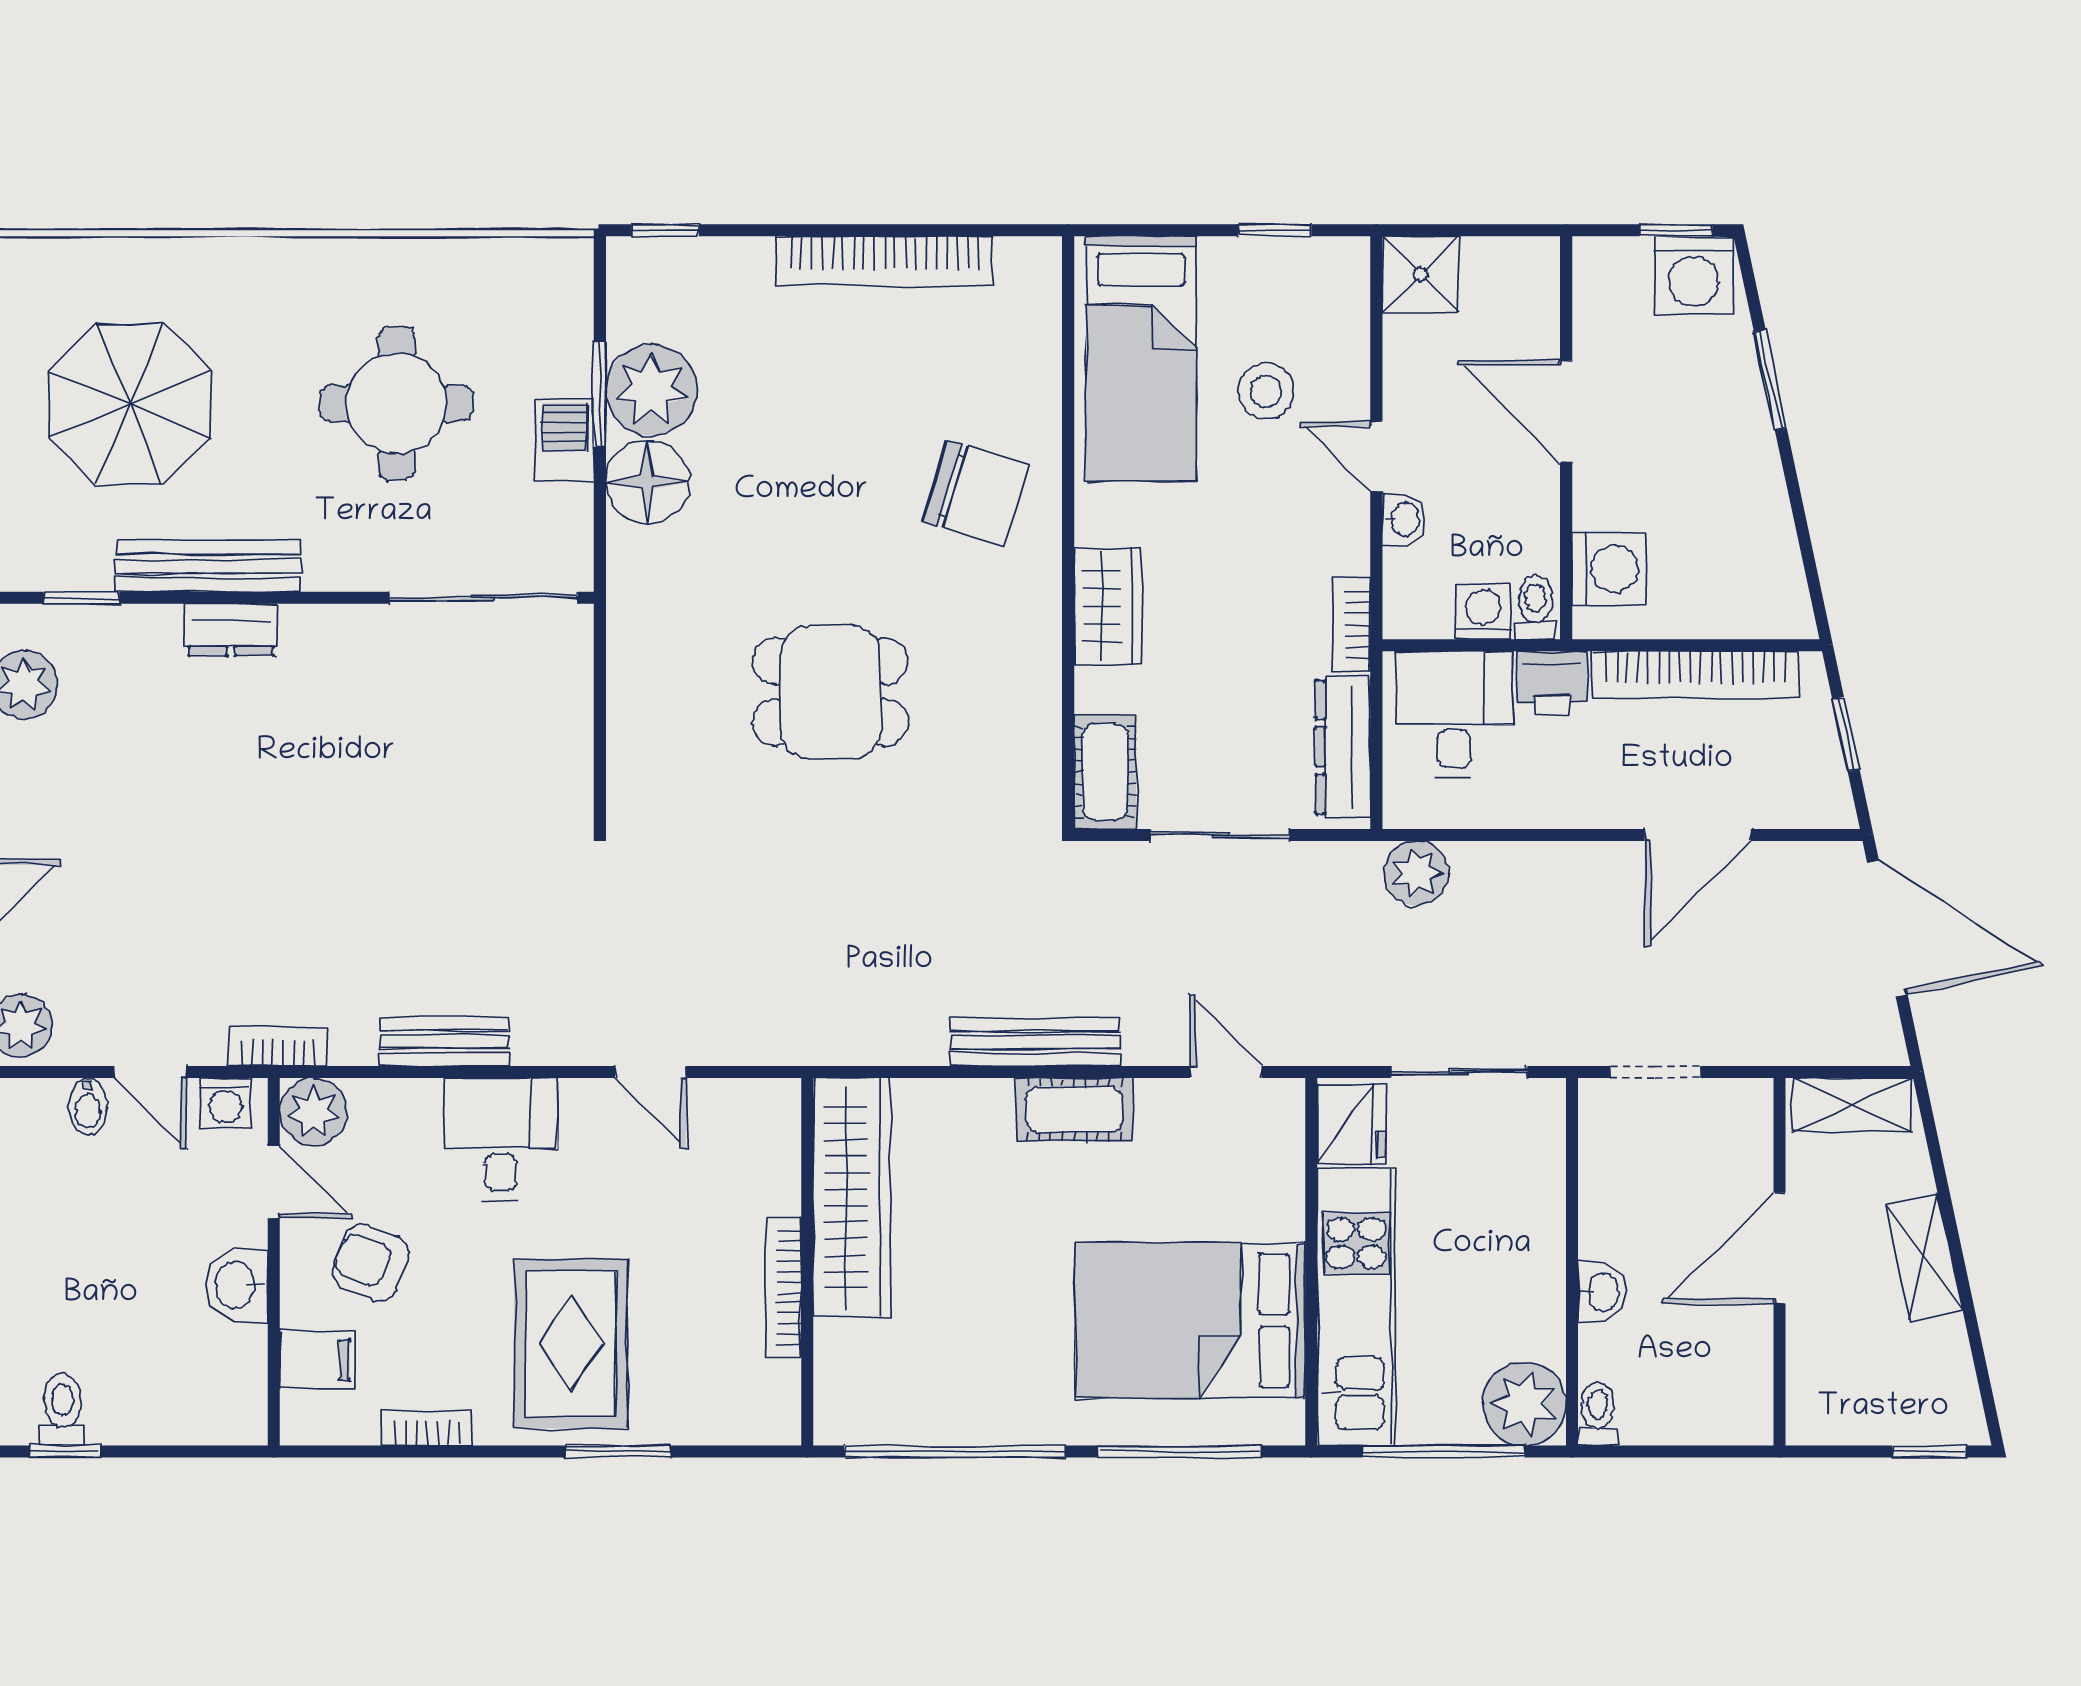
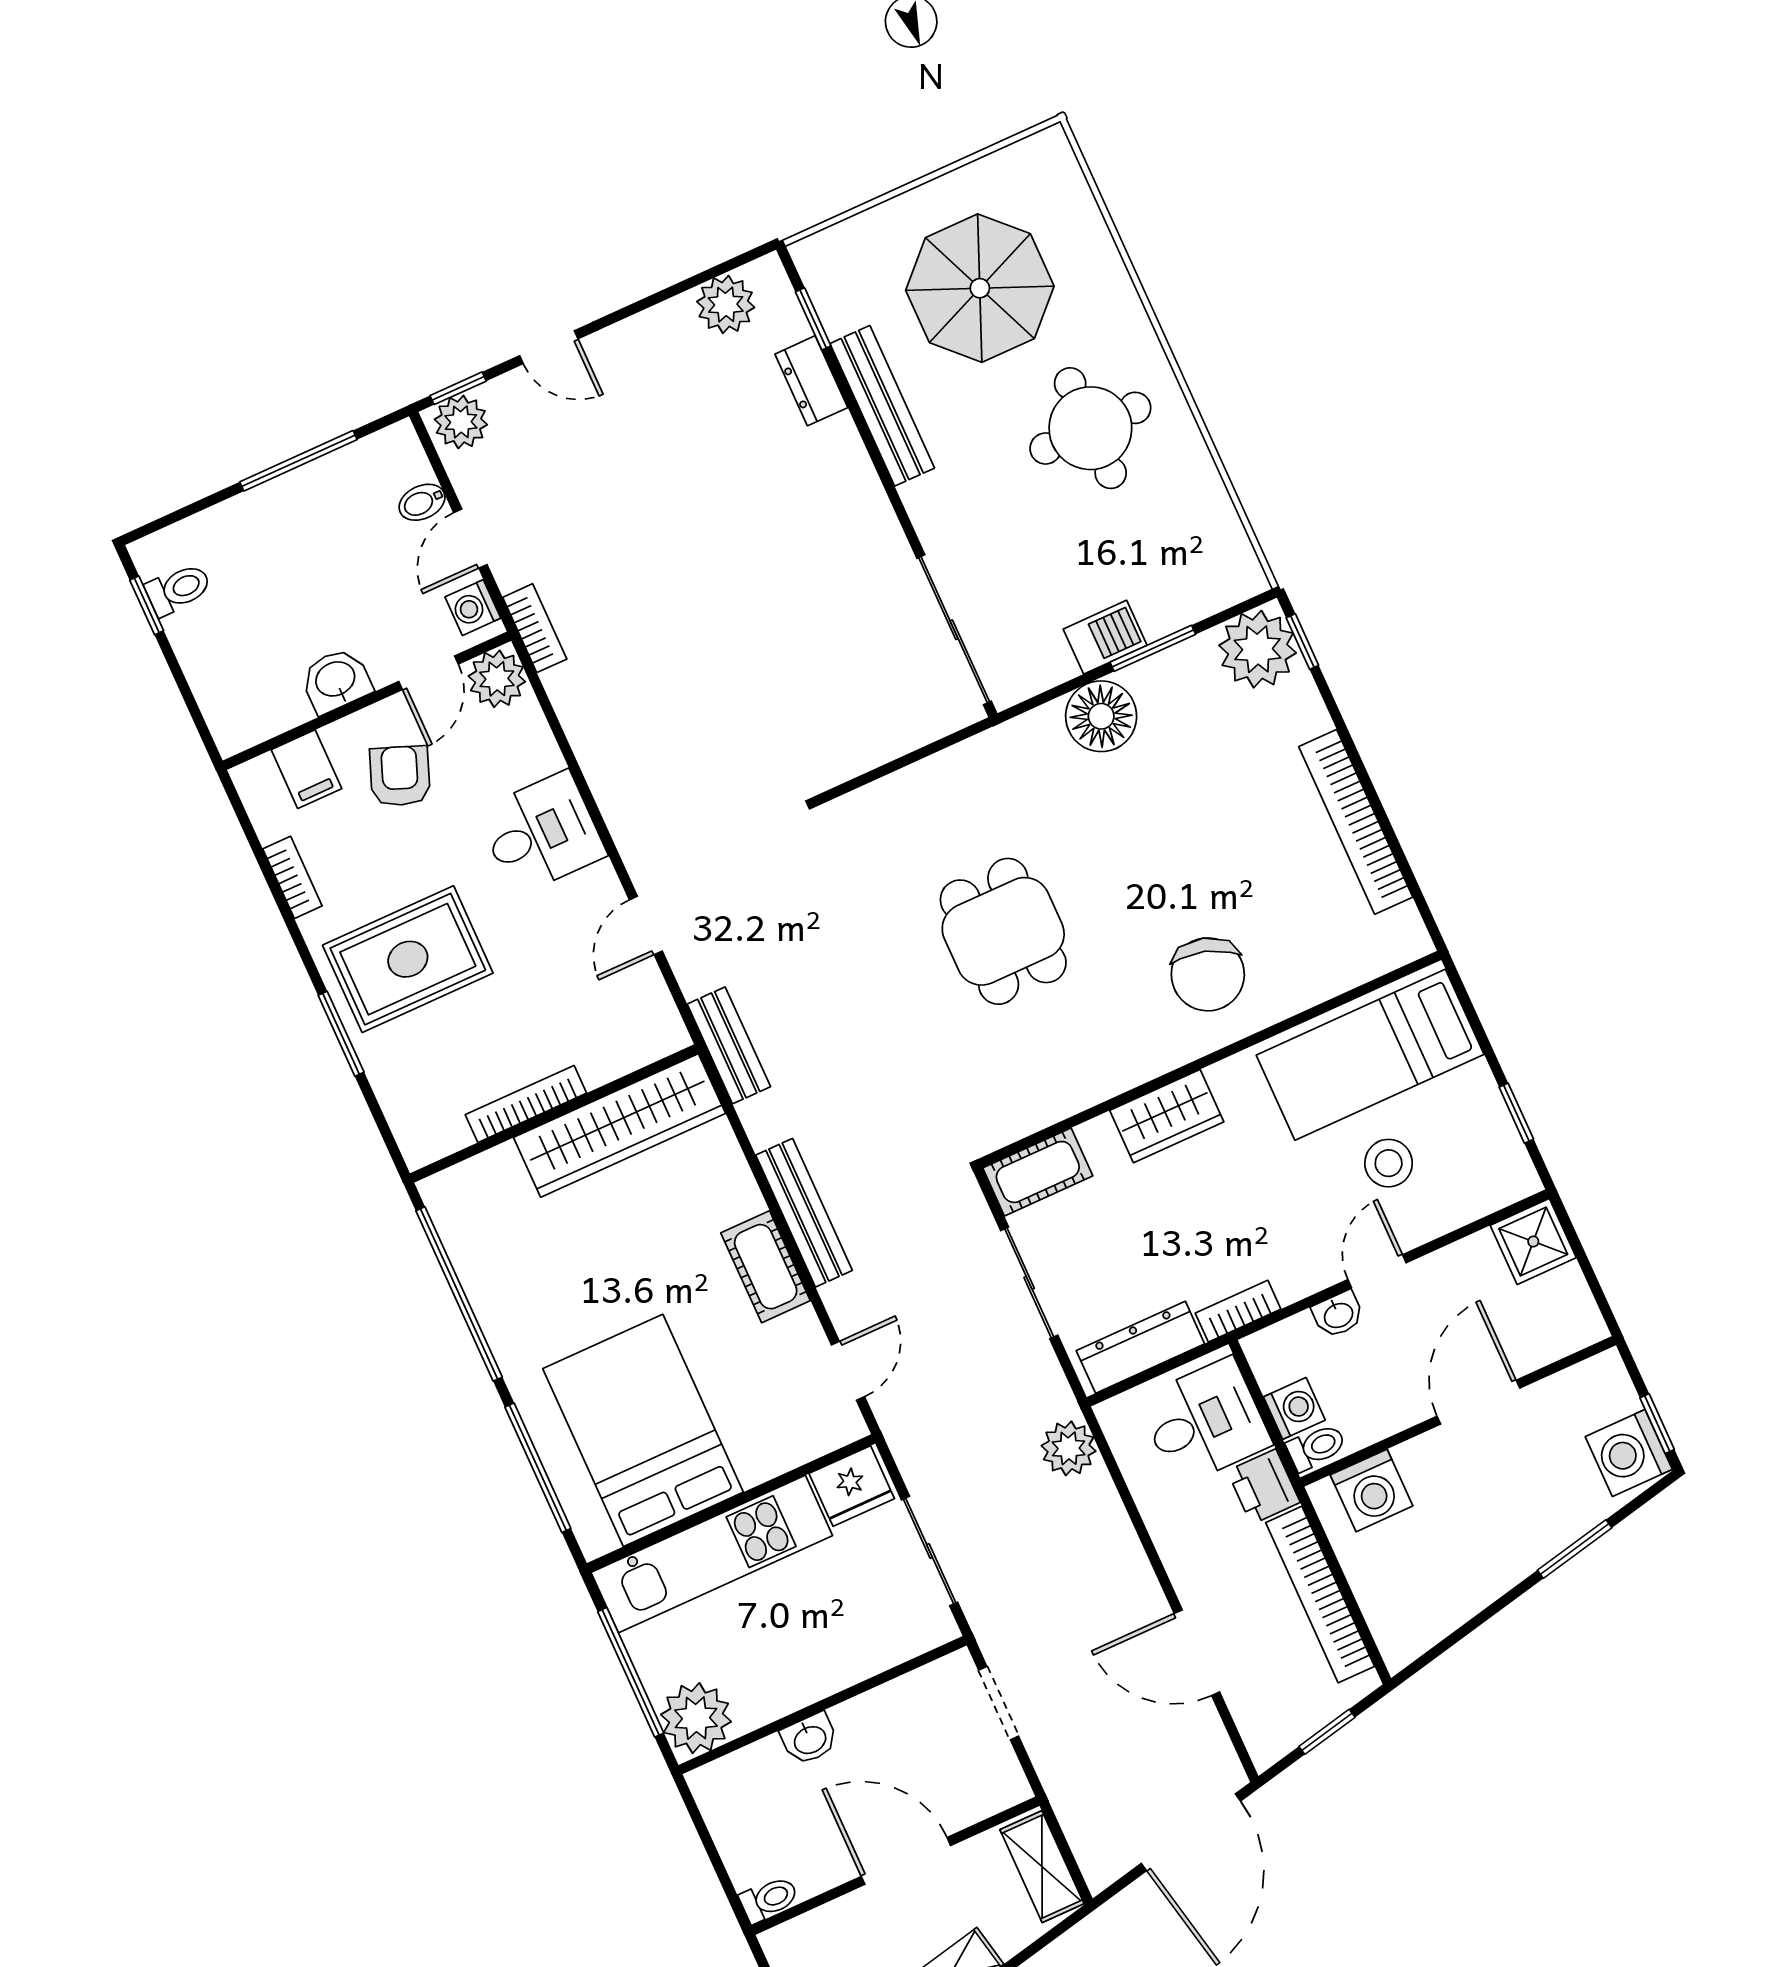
plant: (652, 390) -> (1258, 649), moved
round table: (396, 403) -> (1090, 428), moved
dresser: (231, 630) -> (811, 381), moved
bench: (445, 1041) -> (729, 1045), moved
toilet: (1598, 1413) -> (769, 1899), moved

